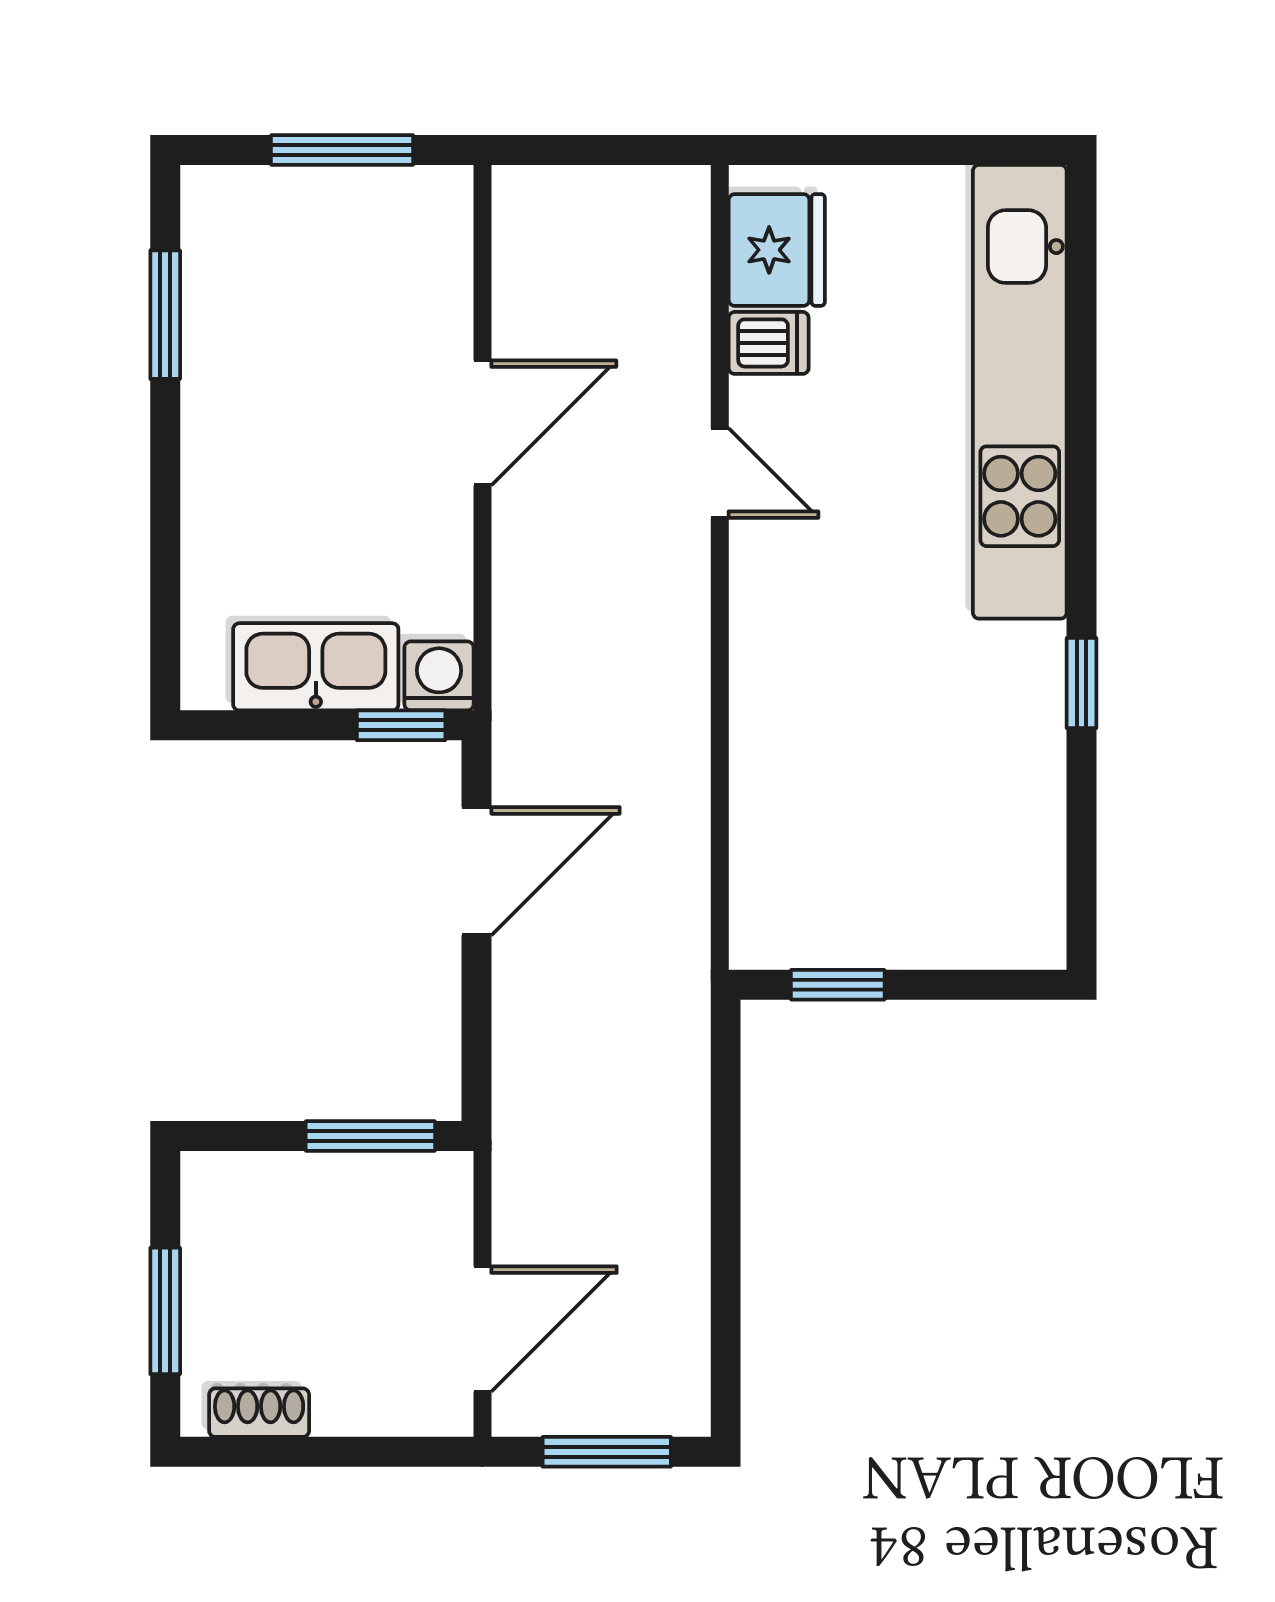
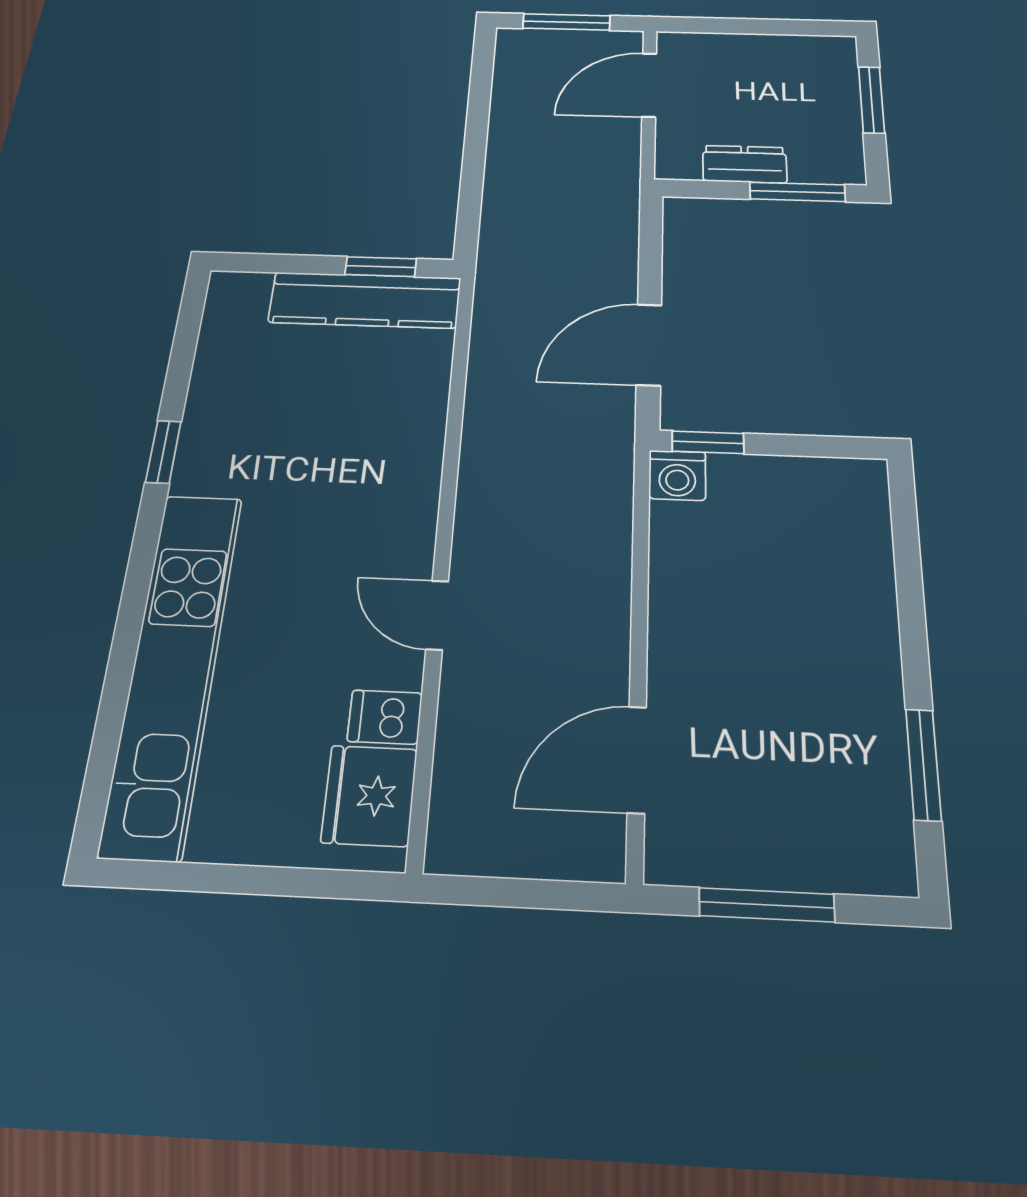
door: (482, 423) -> (637, 759), moved
kitchen sink: (316, 667) -> (778, 485), removed
kitchen counter: (853, 928) -> (365, 300), added
window: (370, 1136) -> (797, 192), moved
dresser: (348, 1183) -> (745, 164), added
shoe rack: (259, 1413) -> (803, 47), removed

